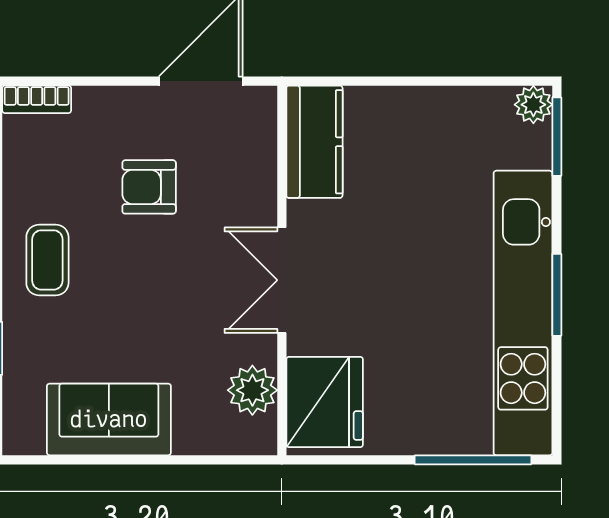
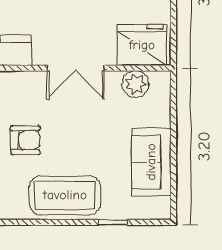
armchair: (149, 187) -> (25, 140), turned -90
coffee table: (47, 260) -> (65, 195), width x1.86, depth x1.72

